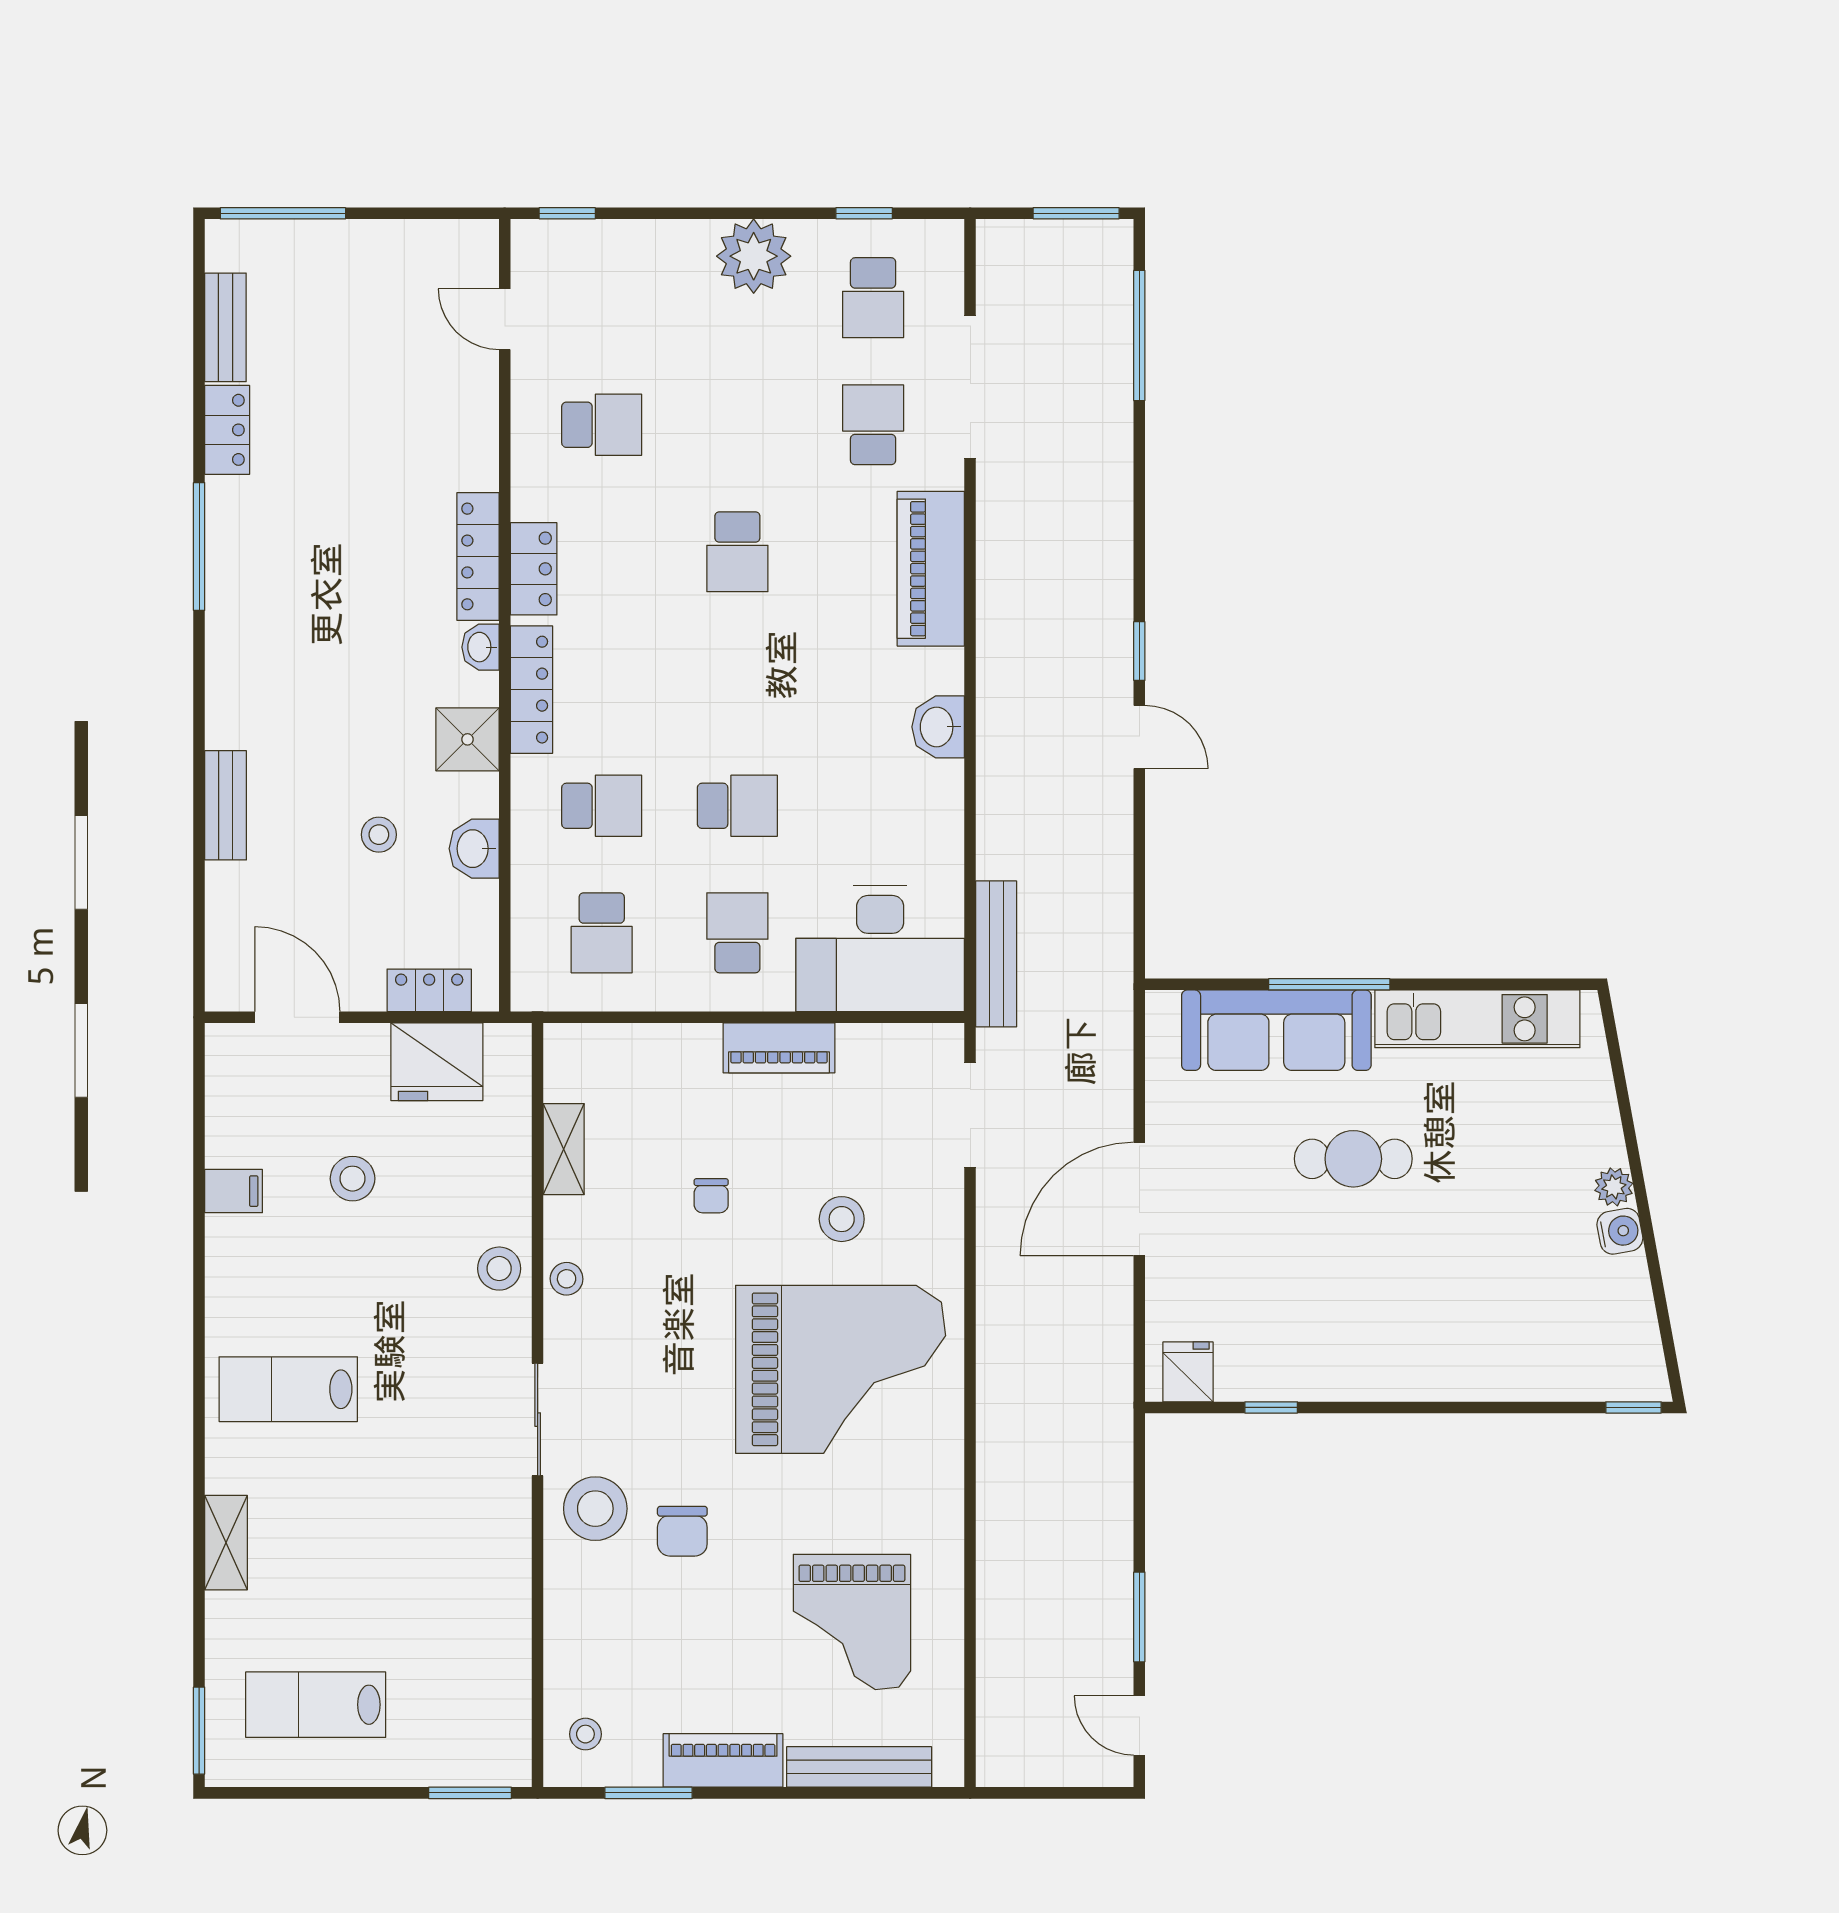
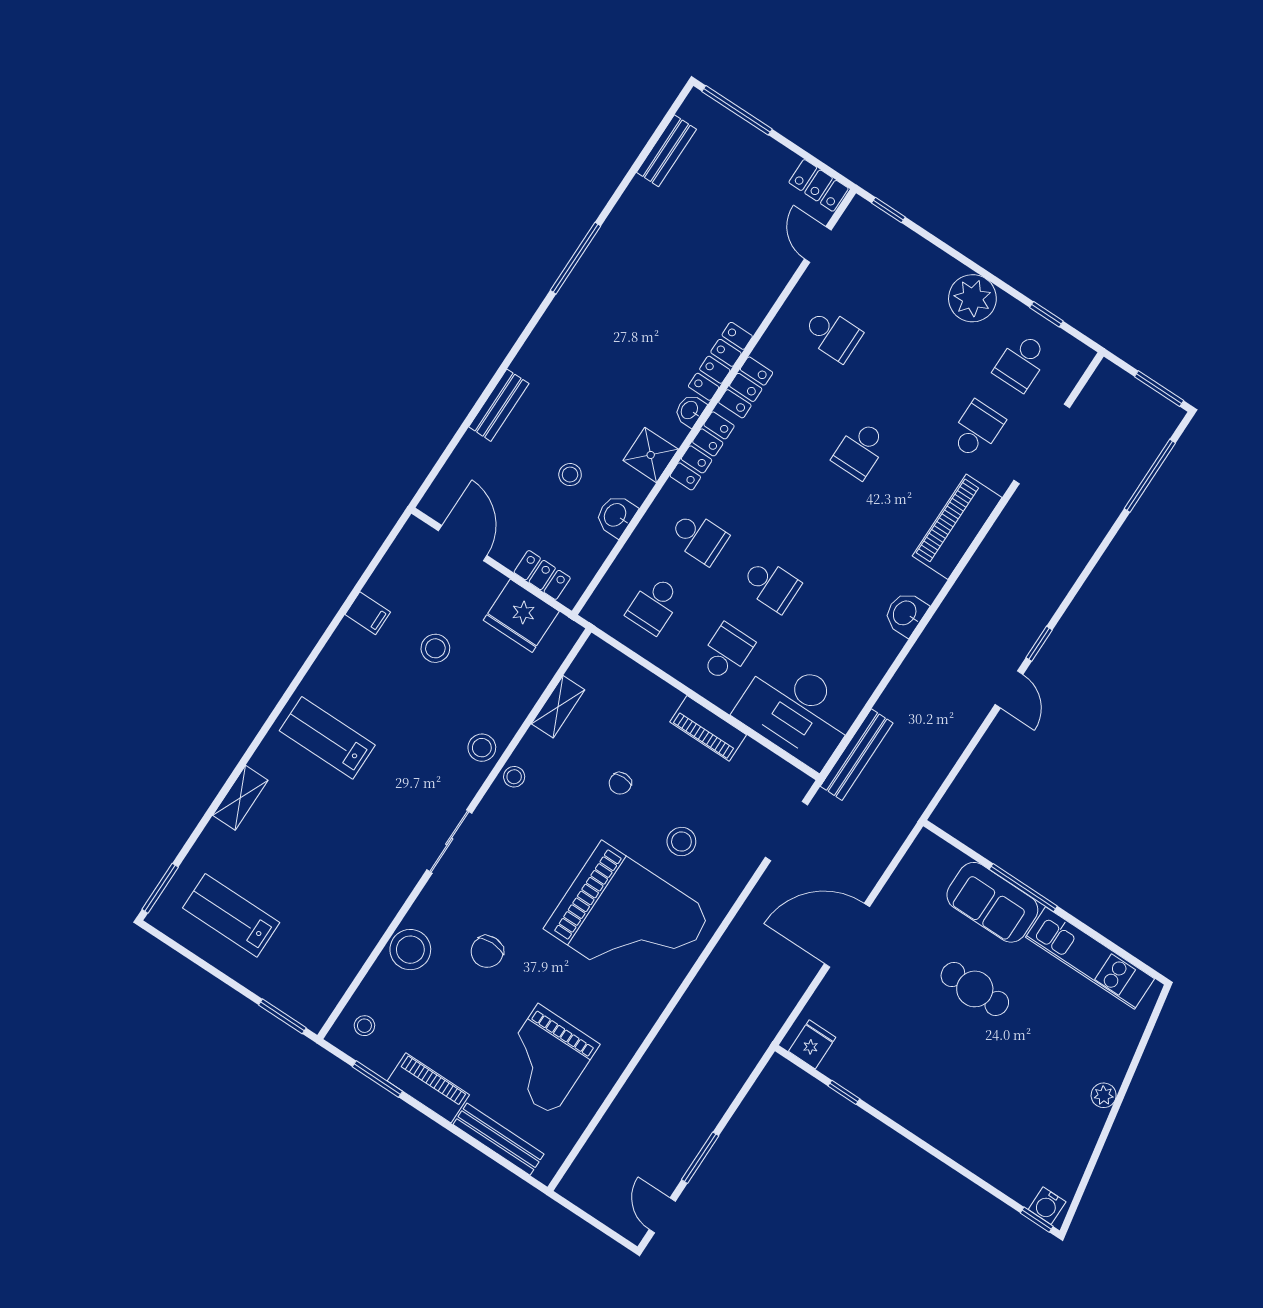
locker: (227, 430) -> (819, 185), moved, turned 90
sofa: (1276, 1030) -> (992, 902), width x0.73
water cooler: (1620, 1231) -> (1047, 1206), moved, turned 100
stool: (595, 1509) -> (410, 950), moved

